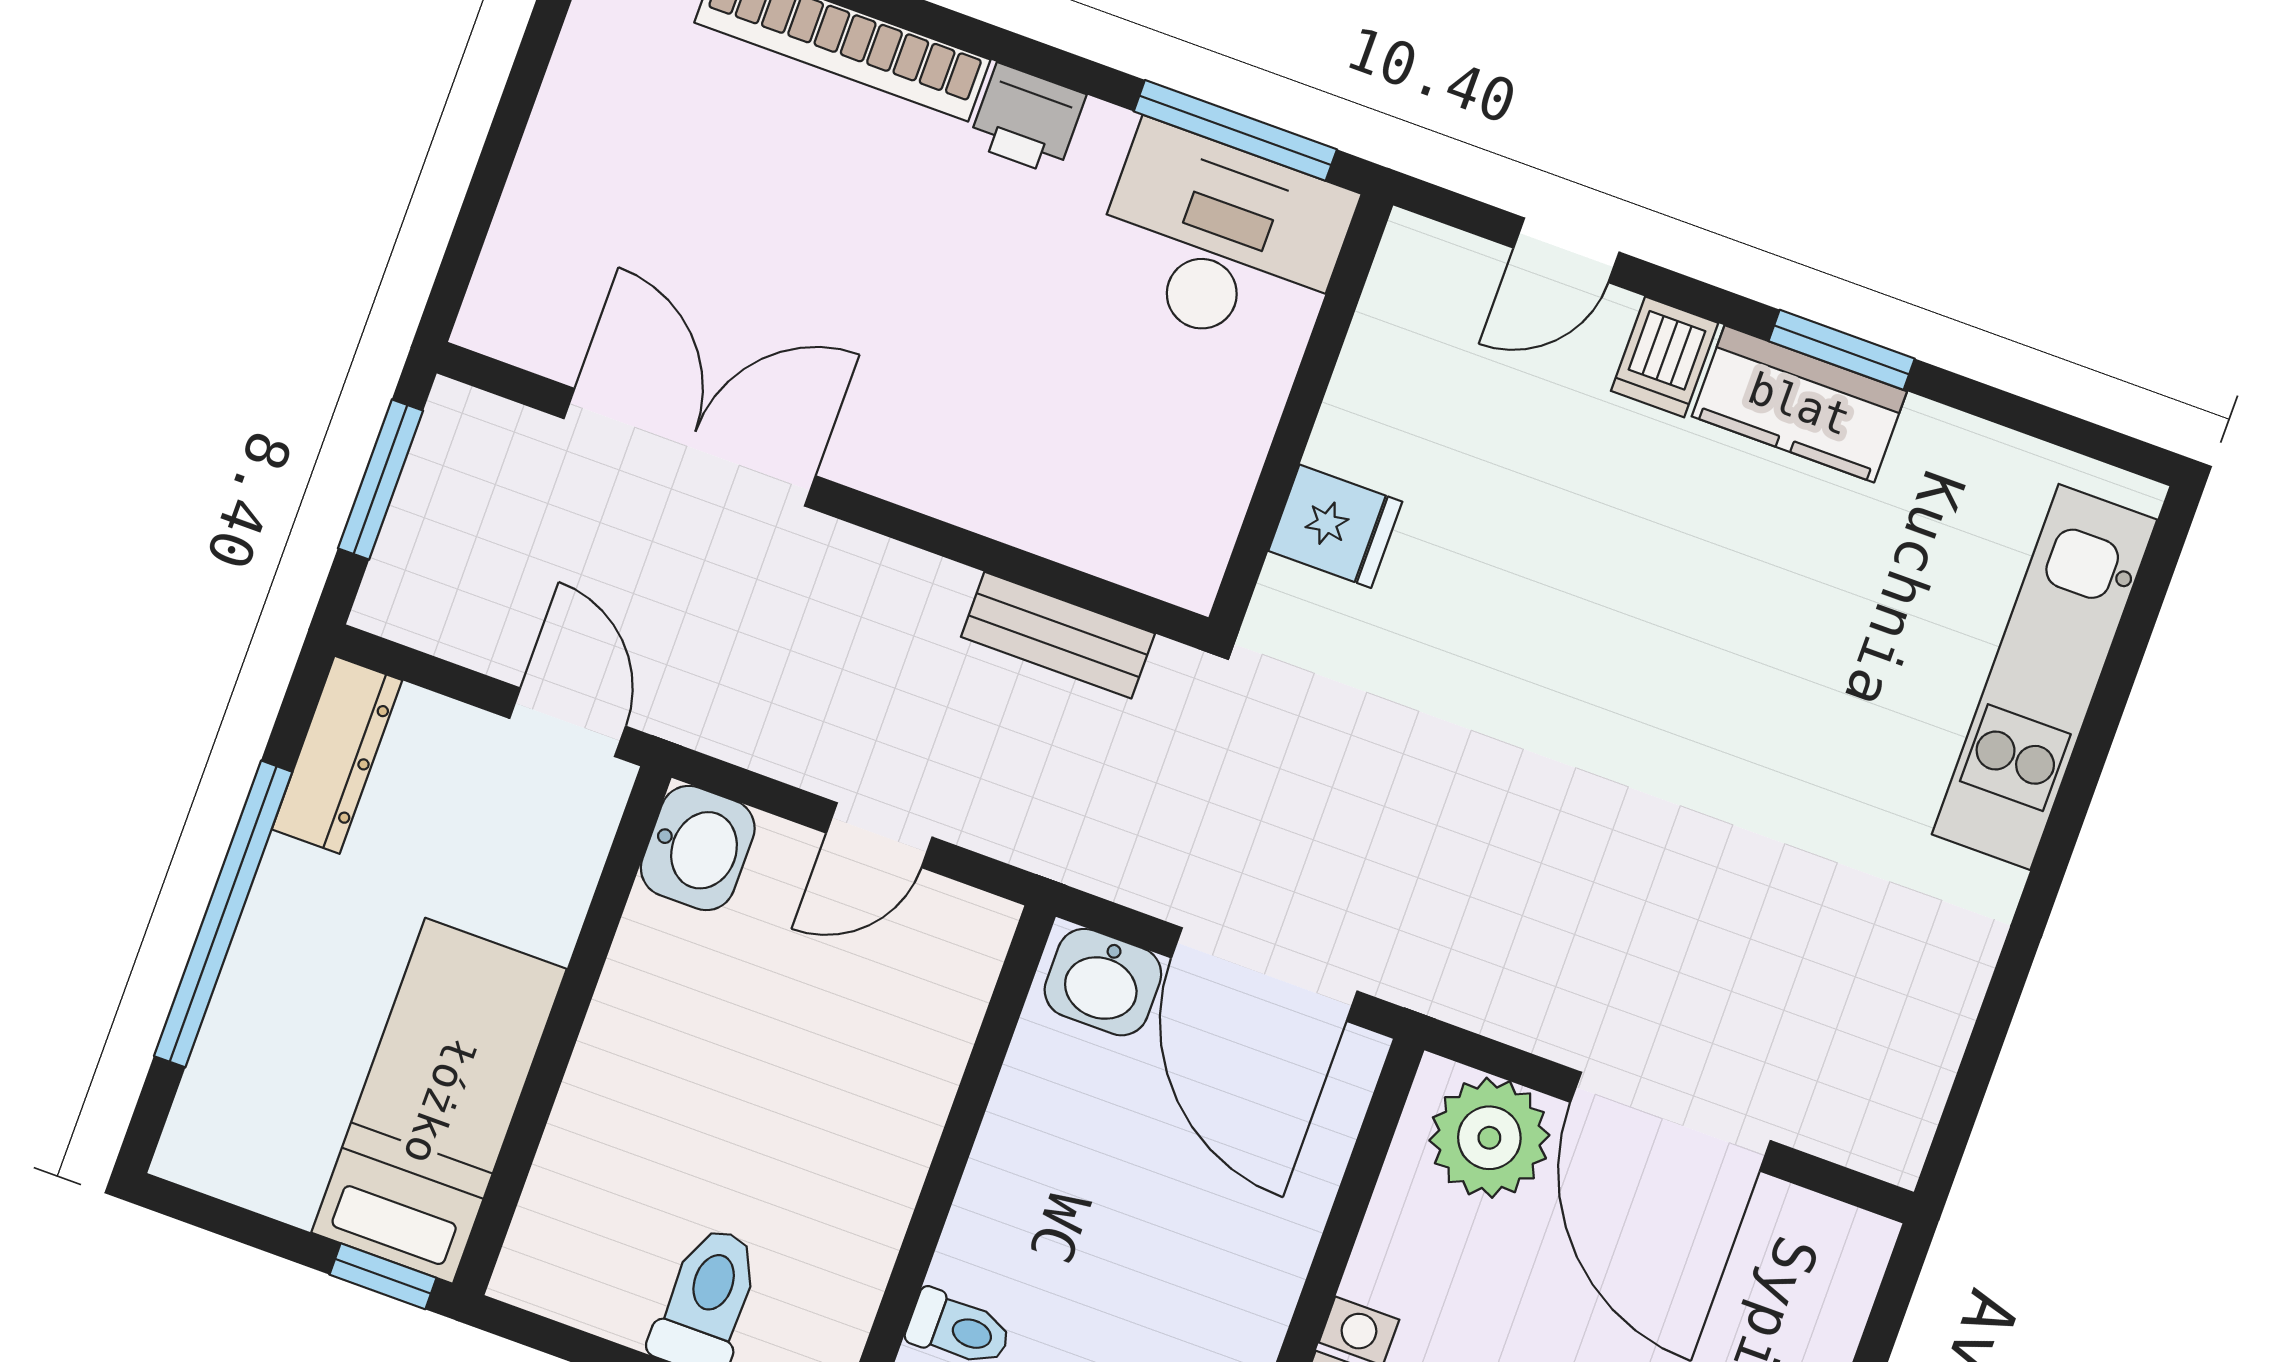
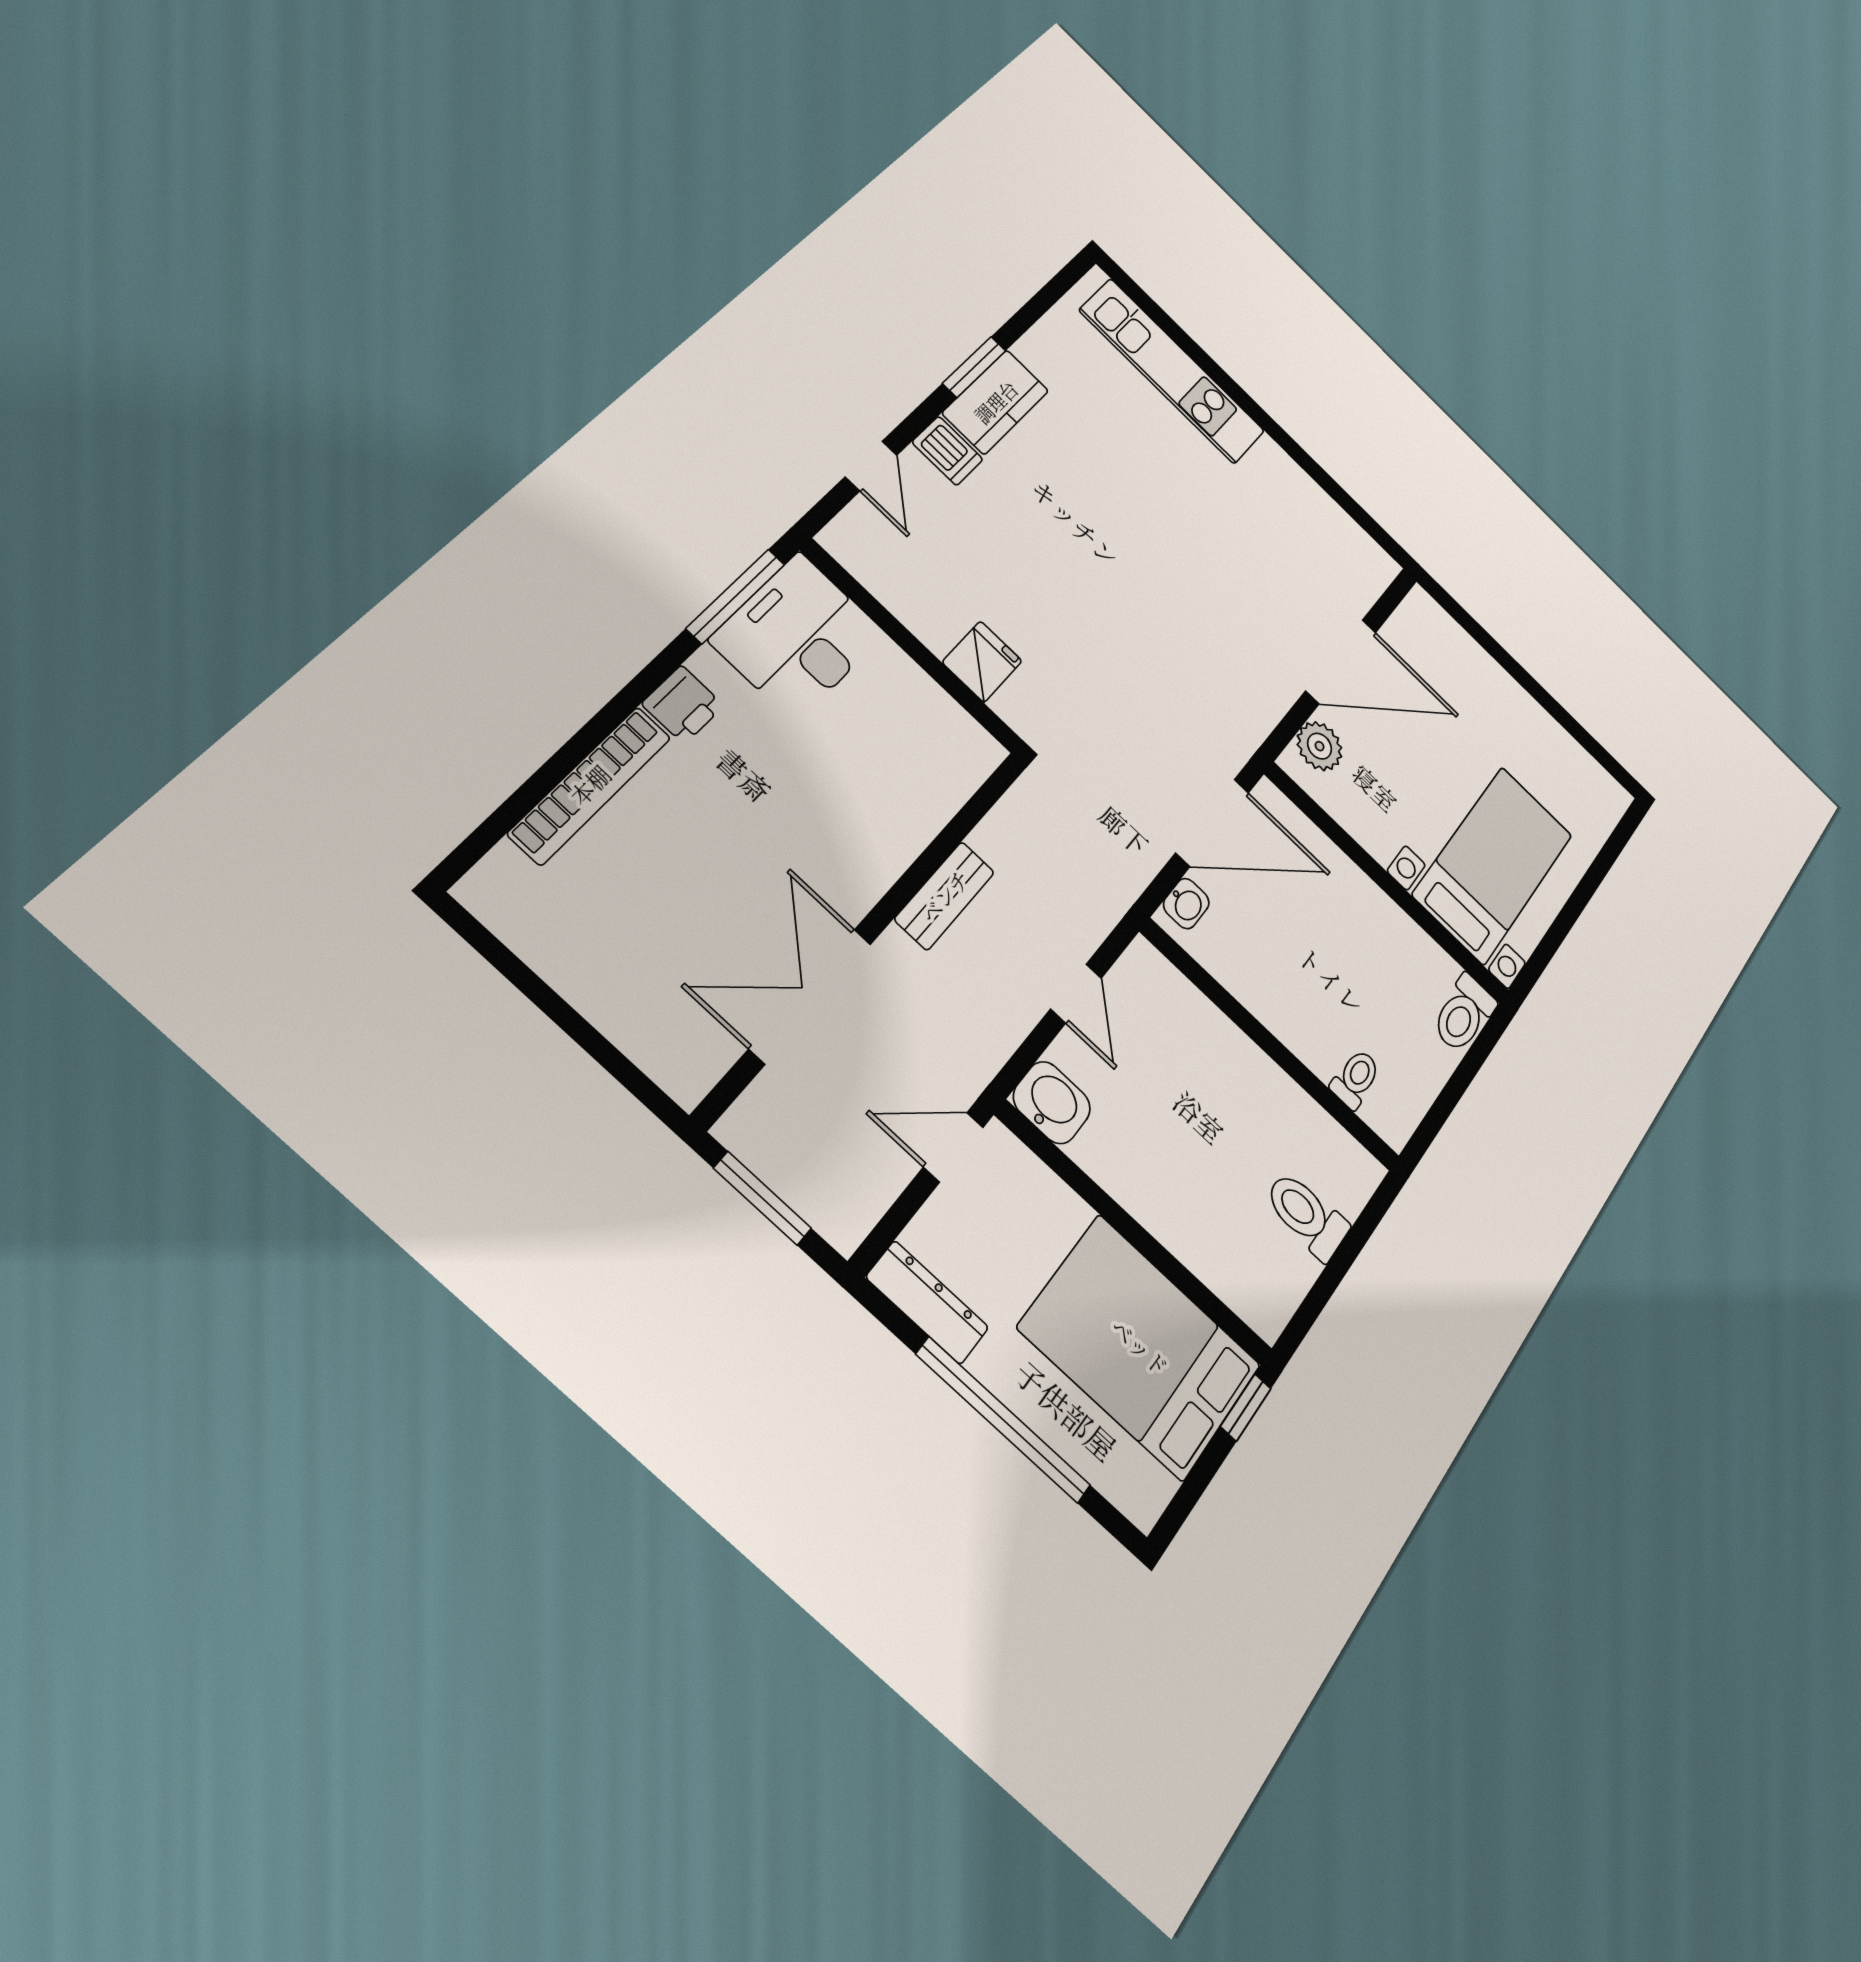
bench: (1058, 635) -> (945, 896), moved
washbasin: (1103, 982) -> (1186, 904), width x0.72, depth x0.69
bed: (439, 1101) -> (1140, 1347), width x1.50
plant: (1489, 1138) -> (1320, 746), width x0.73, depth x0.73

